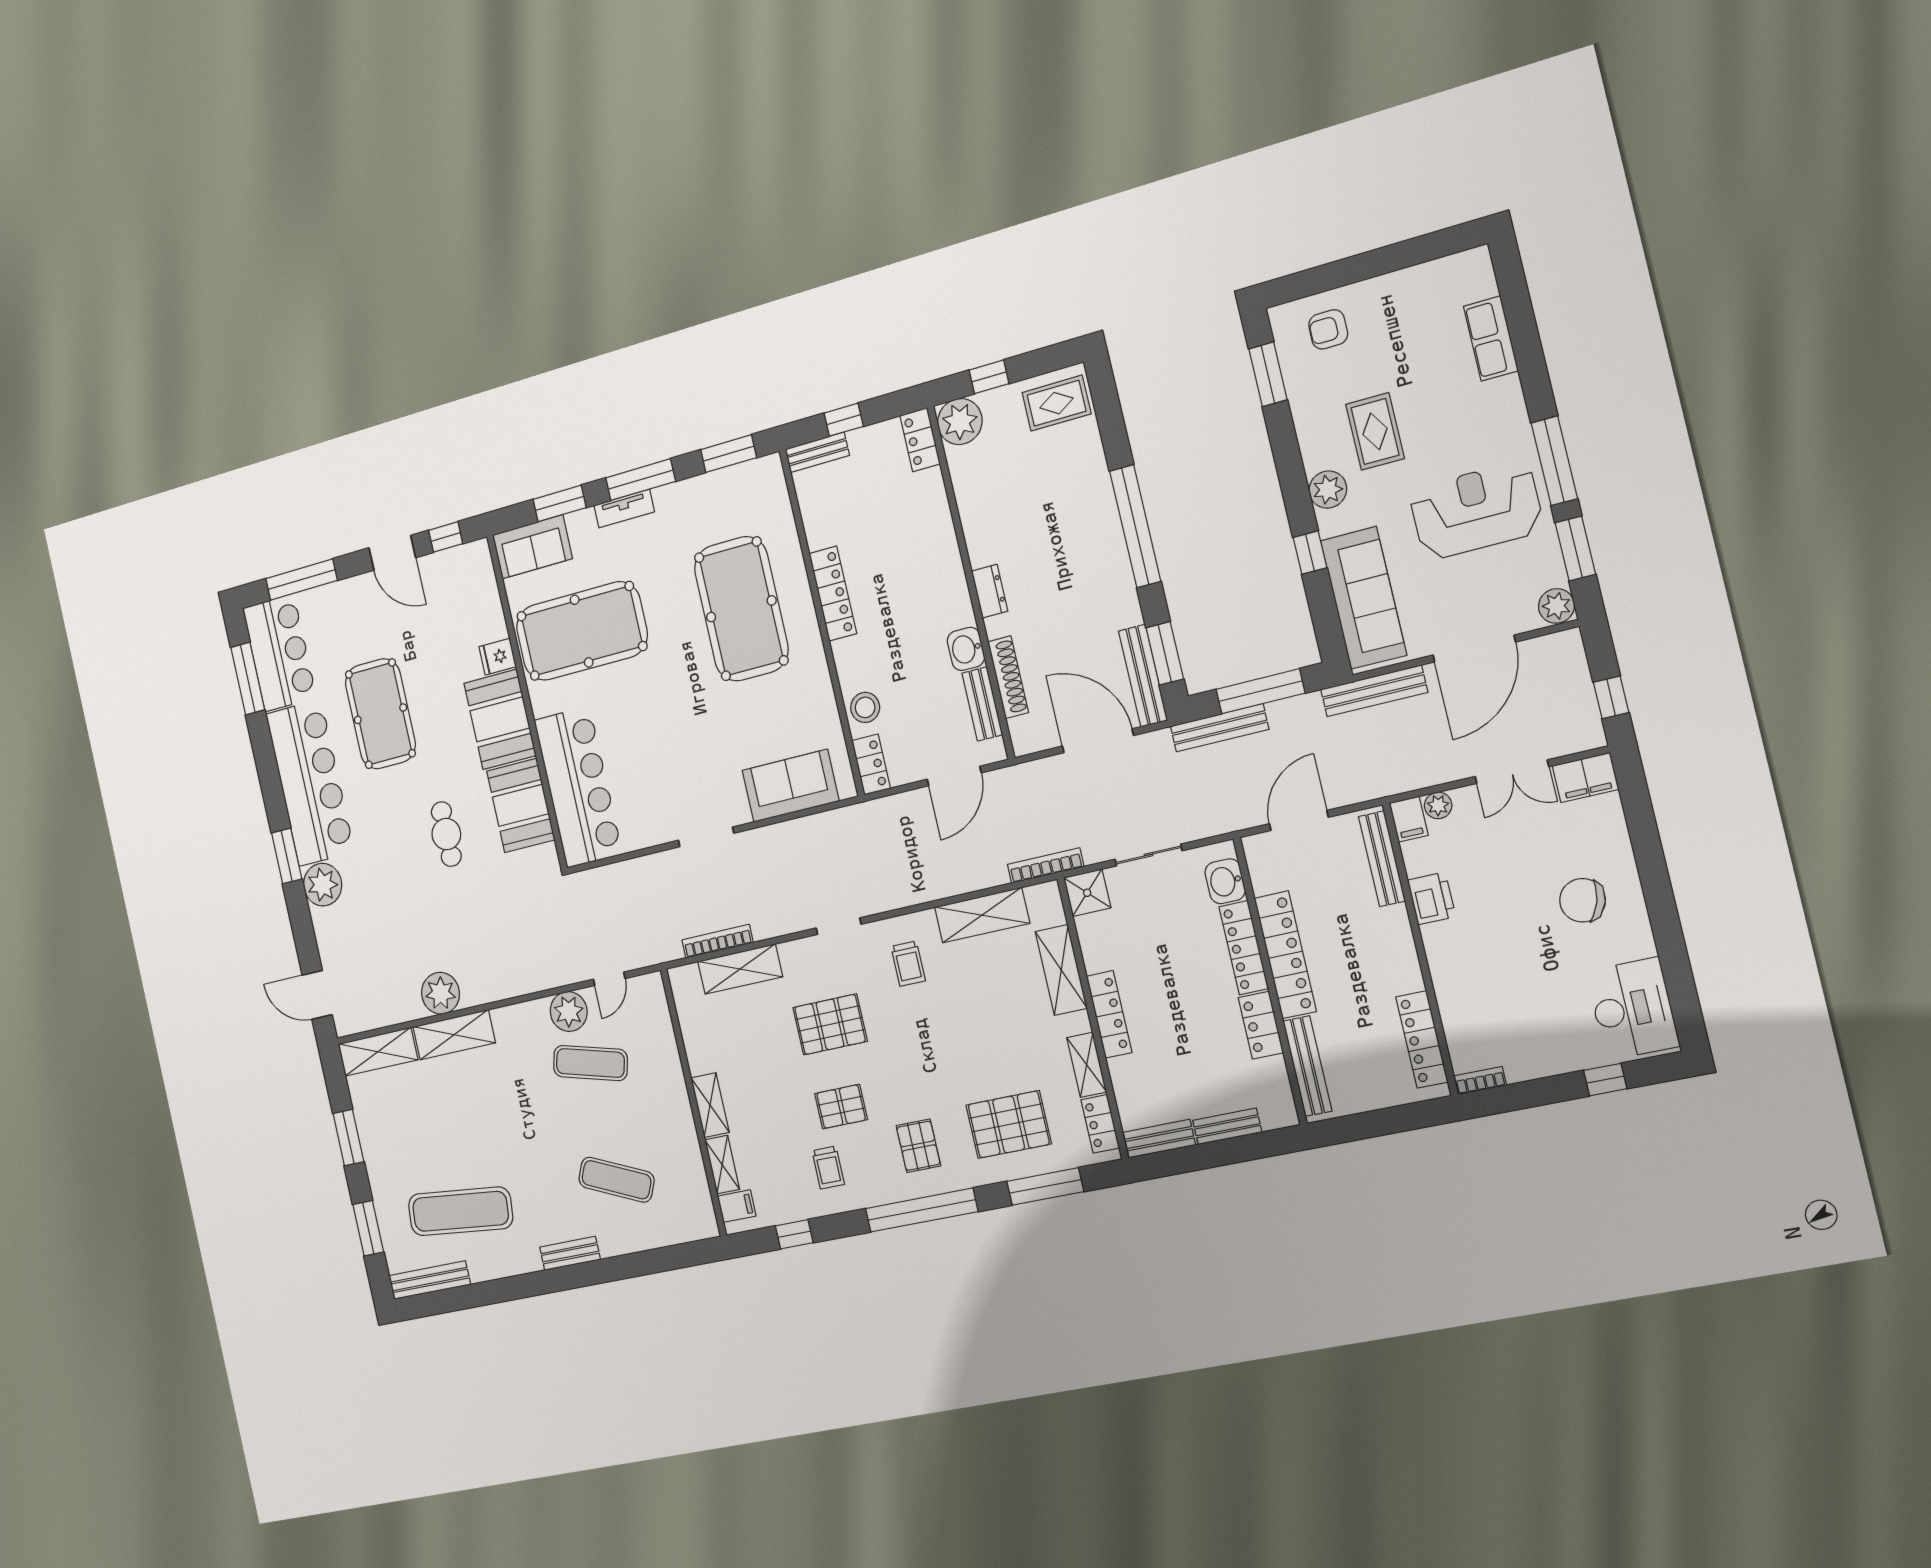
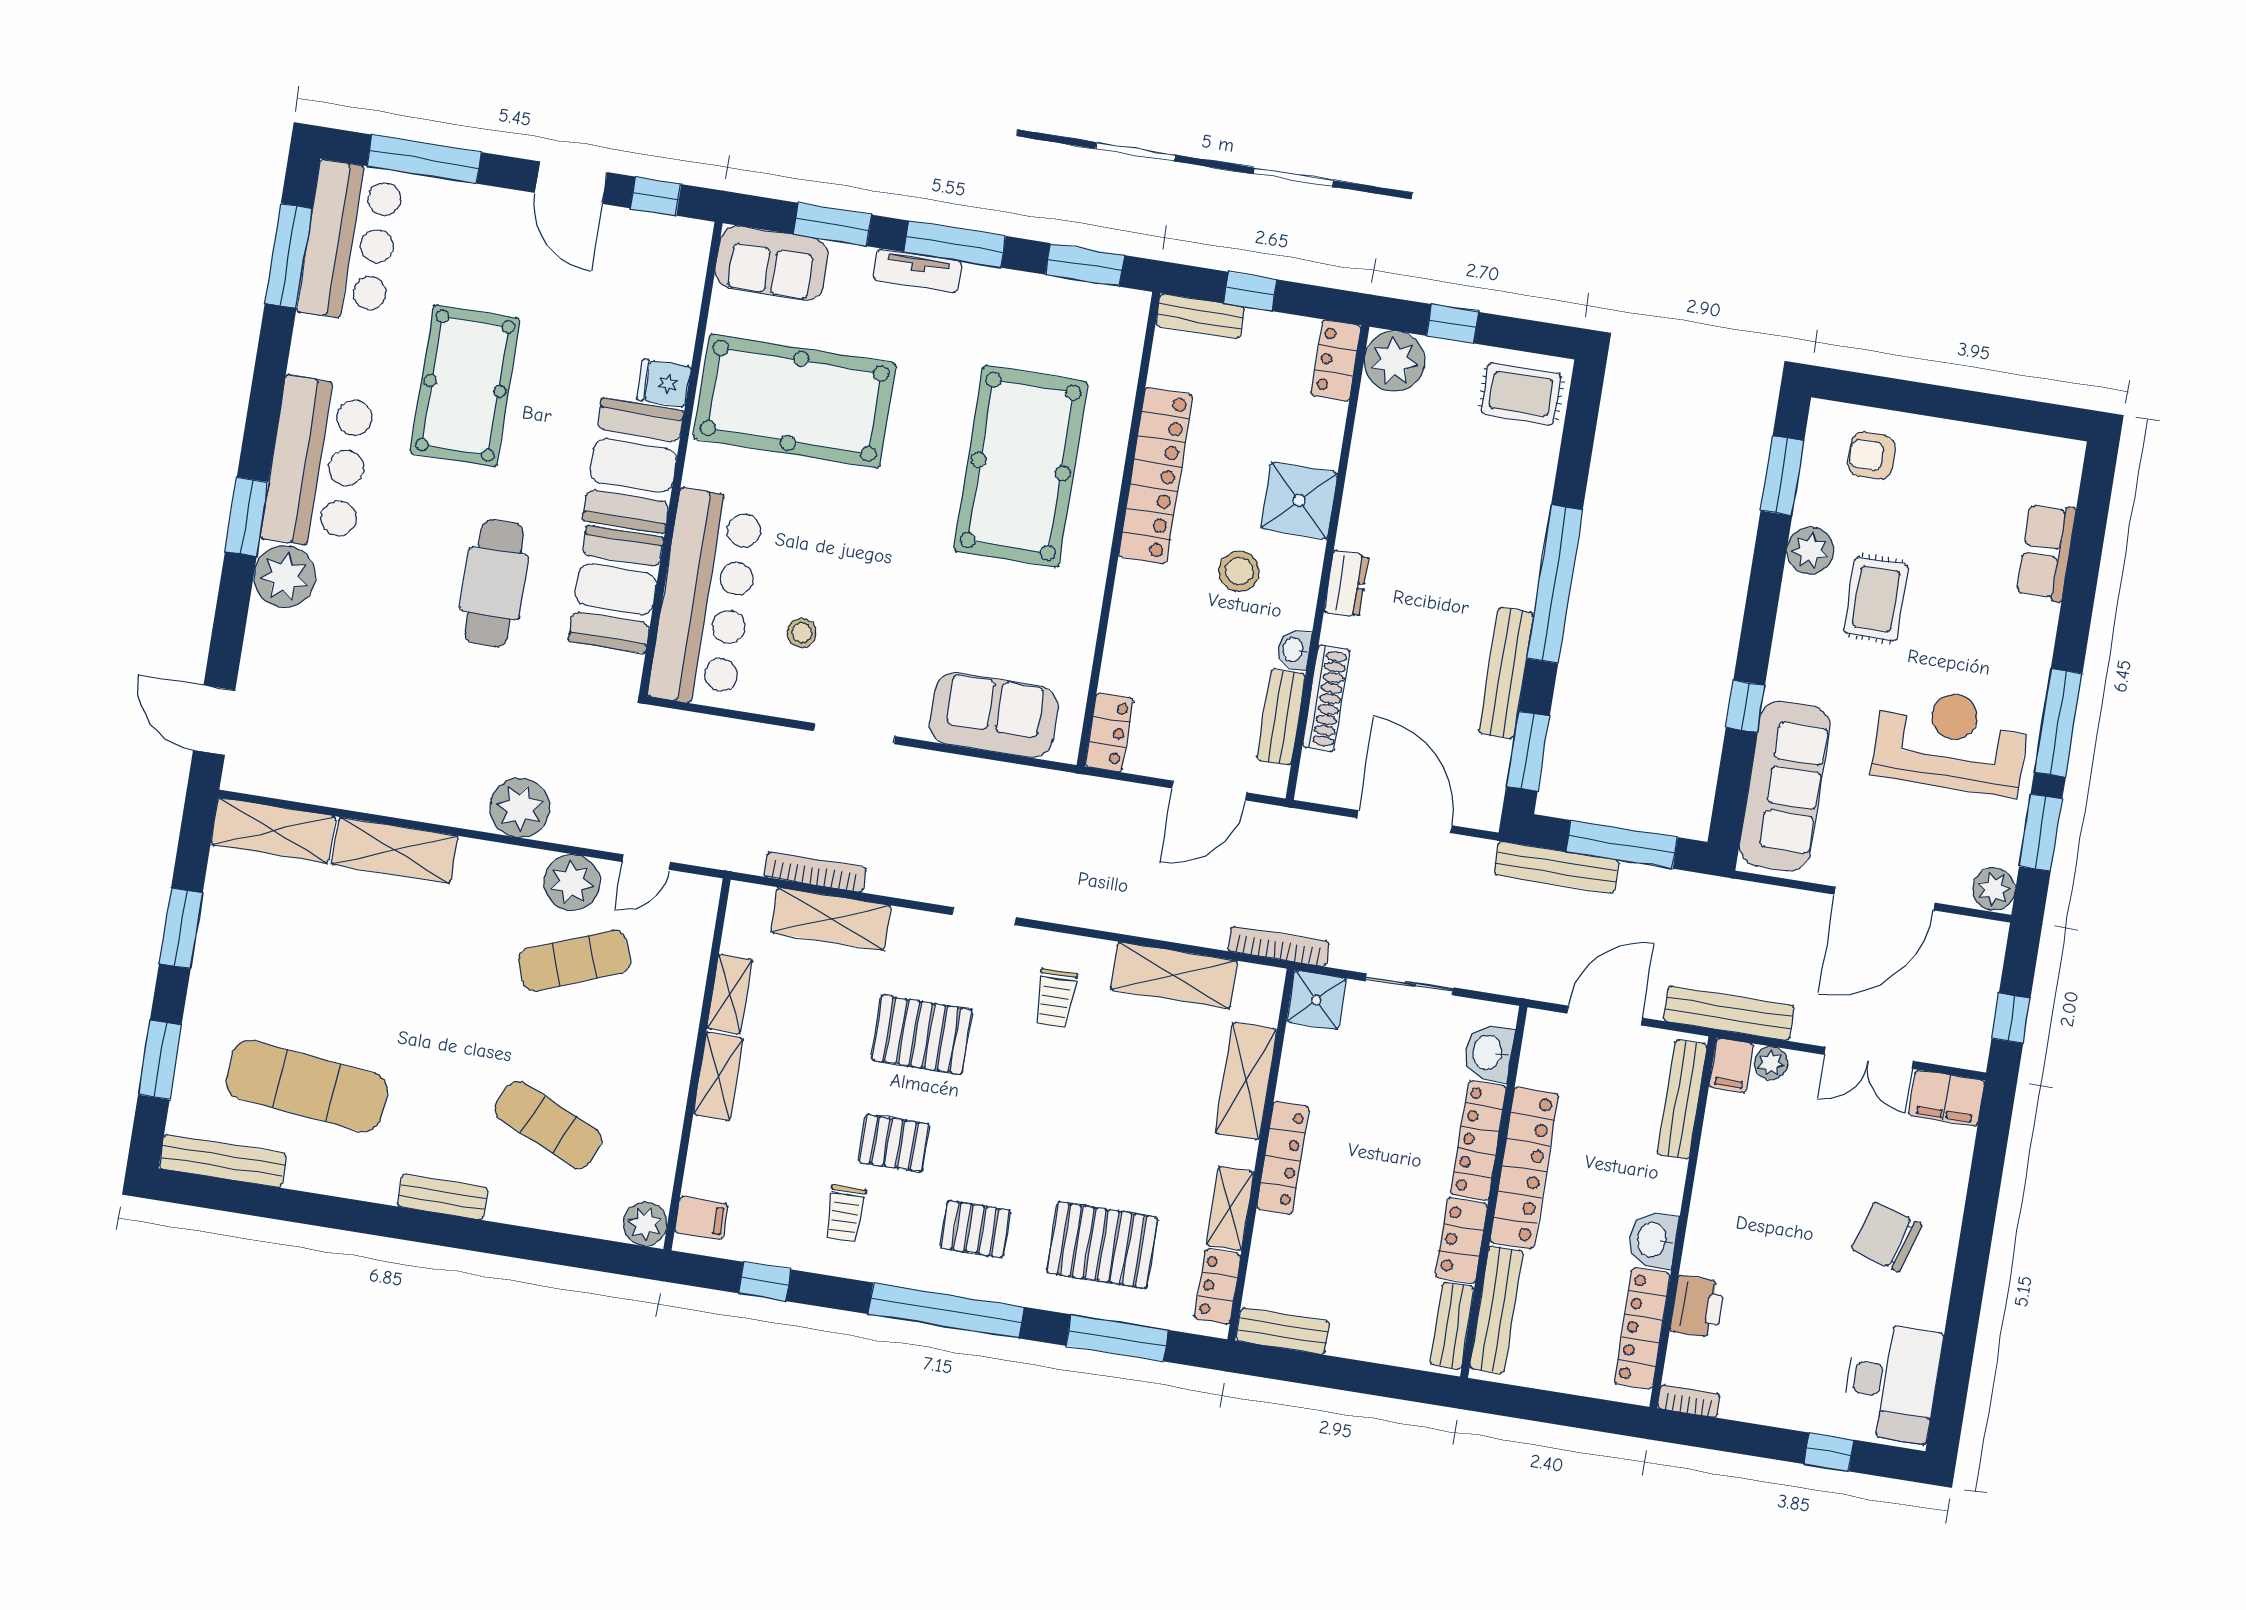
plant: (1328, 490) -> (1810, 551), moved
shower: (934, 548) -> (1299, 501), added
locker: (833, 594) -> (1156, 476), width x1.41, depth x1.21
washbasin: (966, 649) -> (1294, 650), width x0.72, depth x0.69
bench: (1143, 676) -> (1506, 673), moved
bench: (1374, 691) -> (1729, 1013), moved
stool: (865, 707) -> (1239, 571), moved
bar counter: (310, 783) -> (318, 464), width x0.73
stool: (646, 784) -> (802, 633), added
cafe table: (446, 834) -> (494, 583), width x1.37, depth x1.35
printer: (1432, 898) -> (1698, 1307), moved
washbasin: (1403, 971) -> (1653, 1240), added
plant: (440, 993) -> (520, 808), moved
exercise mat: (590, 1063) -> (575, 961), turned -36
bench: (1227, 1126) -> (1452, 1326), moved, turned 90
pallet: (918, 1146) -> (975, 1229), turned 90
shelving: (722, 1165) -> (730, 994), moved
plant: (703, 1224) -> (645, 1224), added

